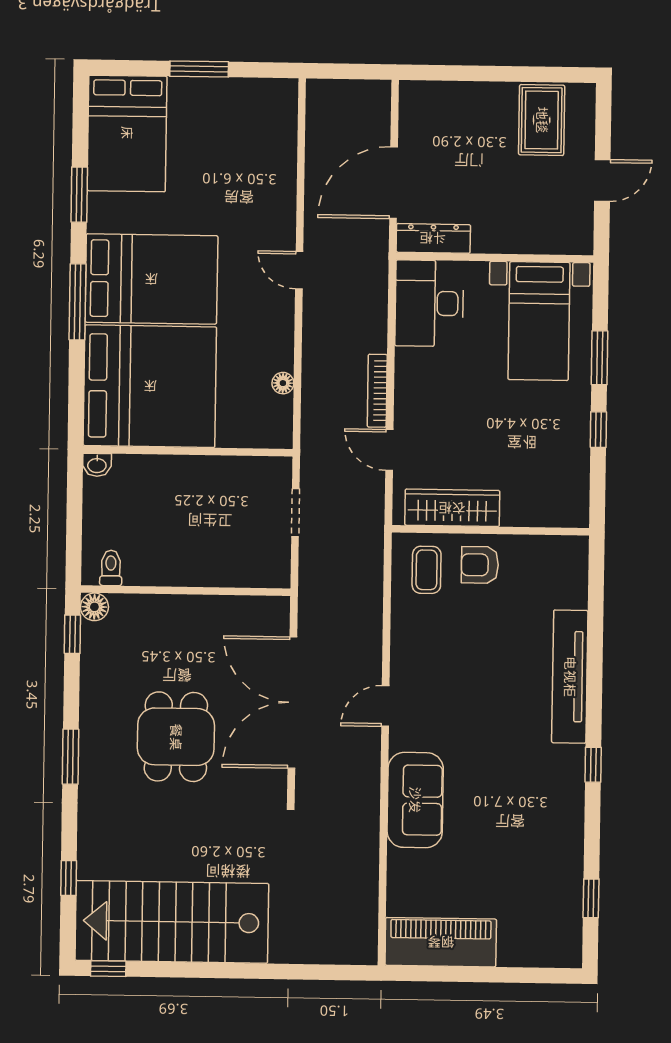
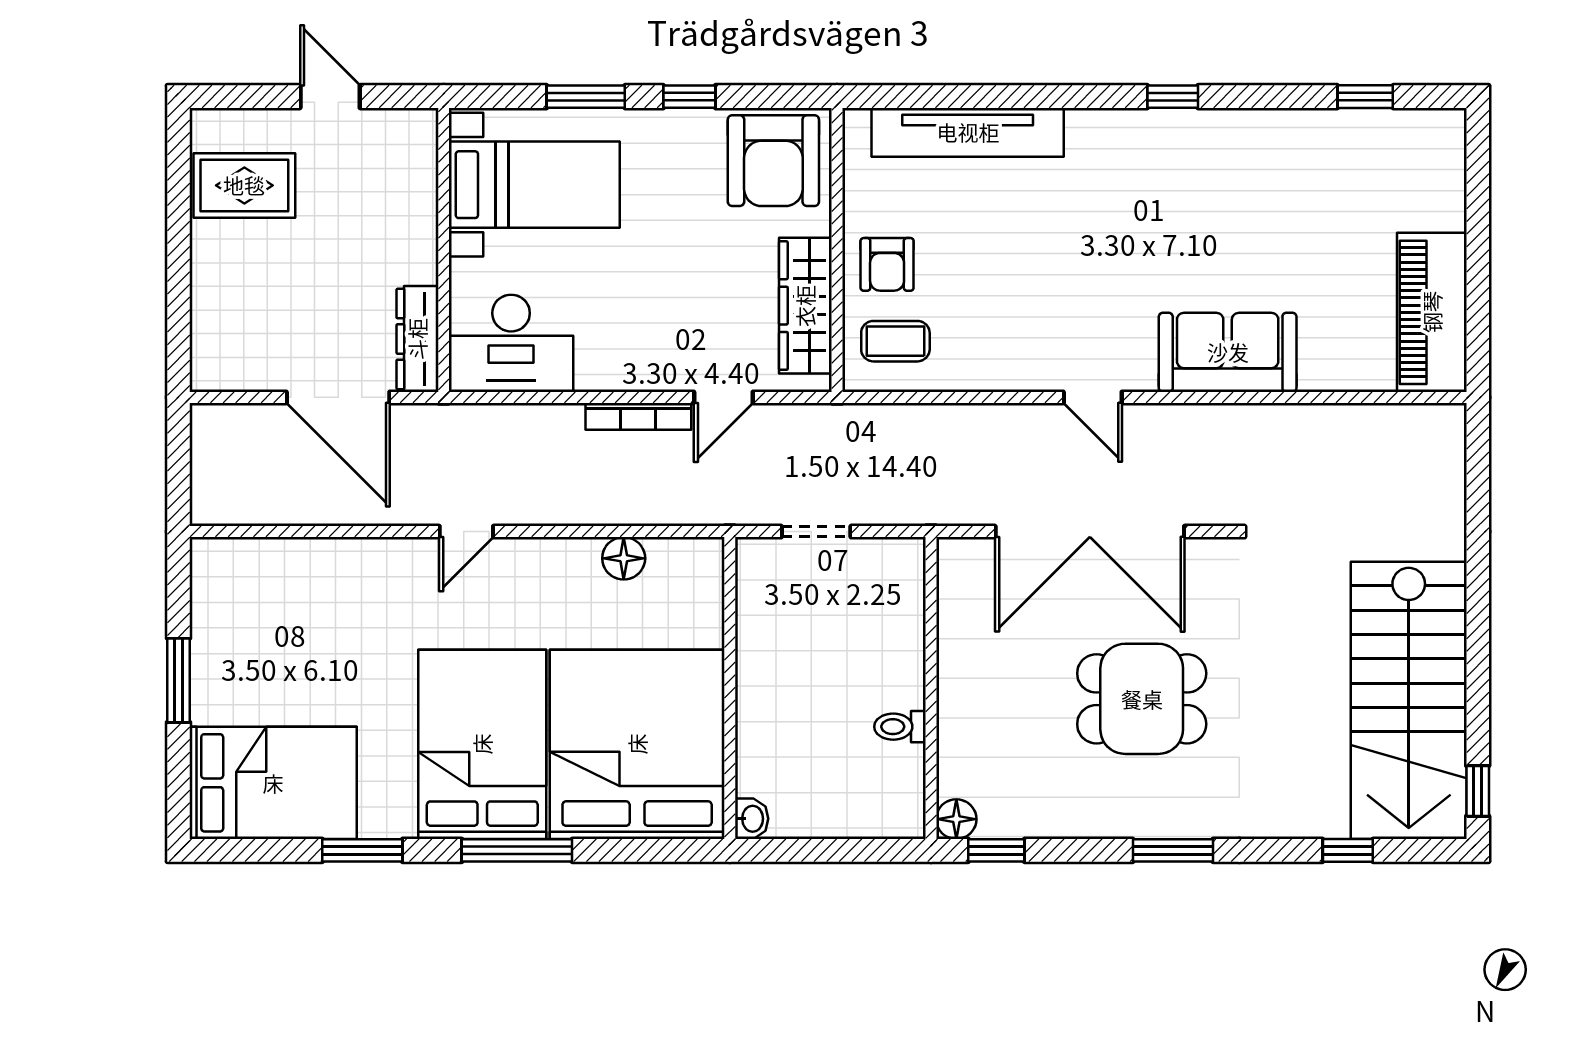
floor lamp: (283, 383) -> (624, 558), width x1.37, depth x1.37
armchair: (553, 487) -> (773, 161), added
toilet: (111, 568) -> (900, 727), moved
tv unit: (570, 677) -> (968, 132), moved

